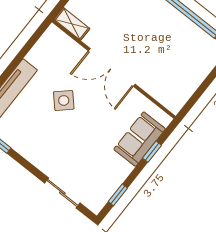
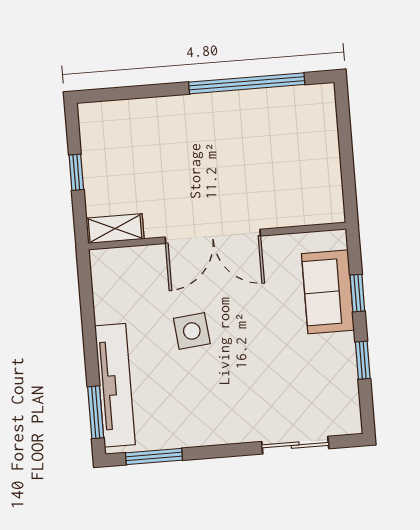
side table: (64, 100) -> (192, 331), turned 37
window: (118, 195) -> (363, 360), moved

